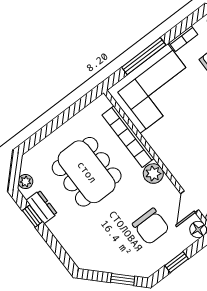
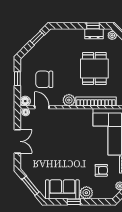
dining table: (87, 172) -> (94, 68), width x0.73
window: (123, 279) -> (37, 38), moved

